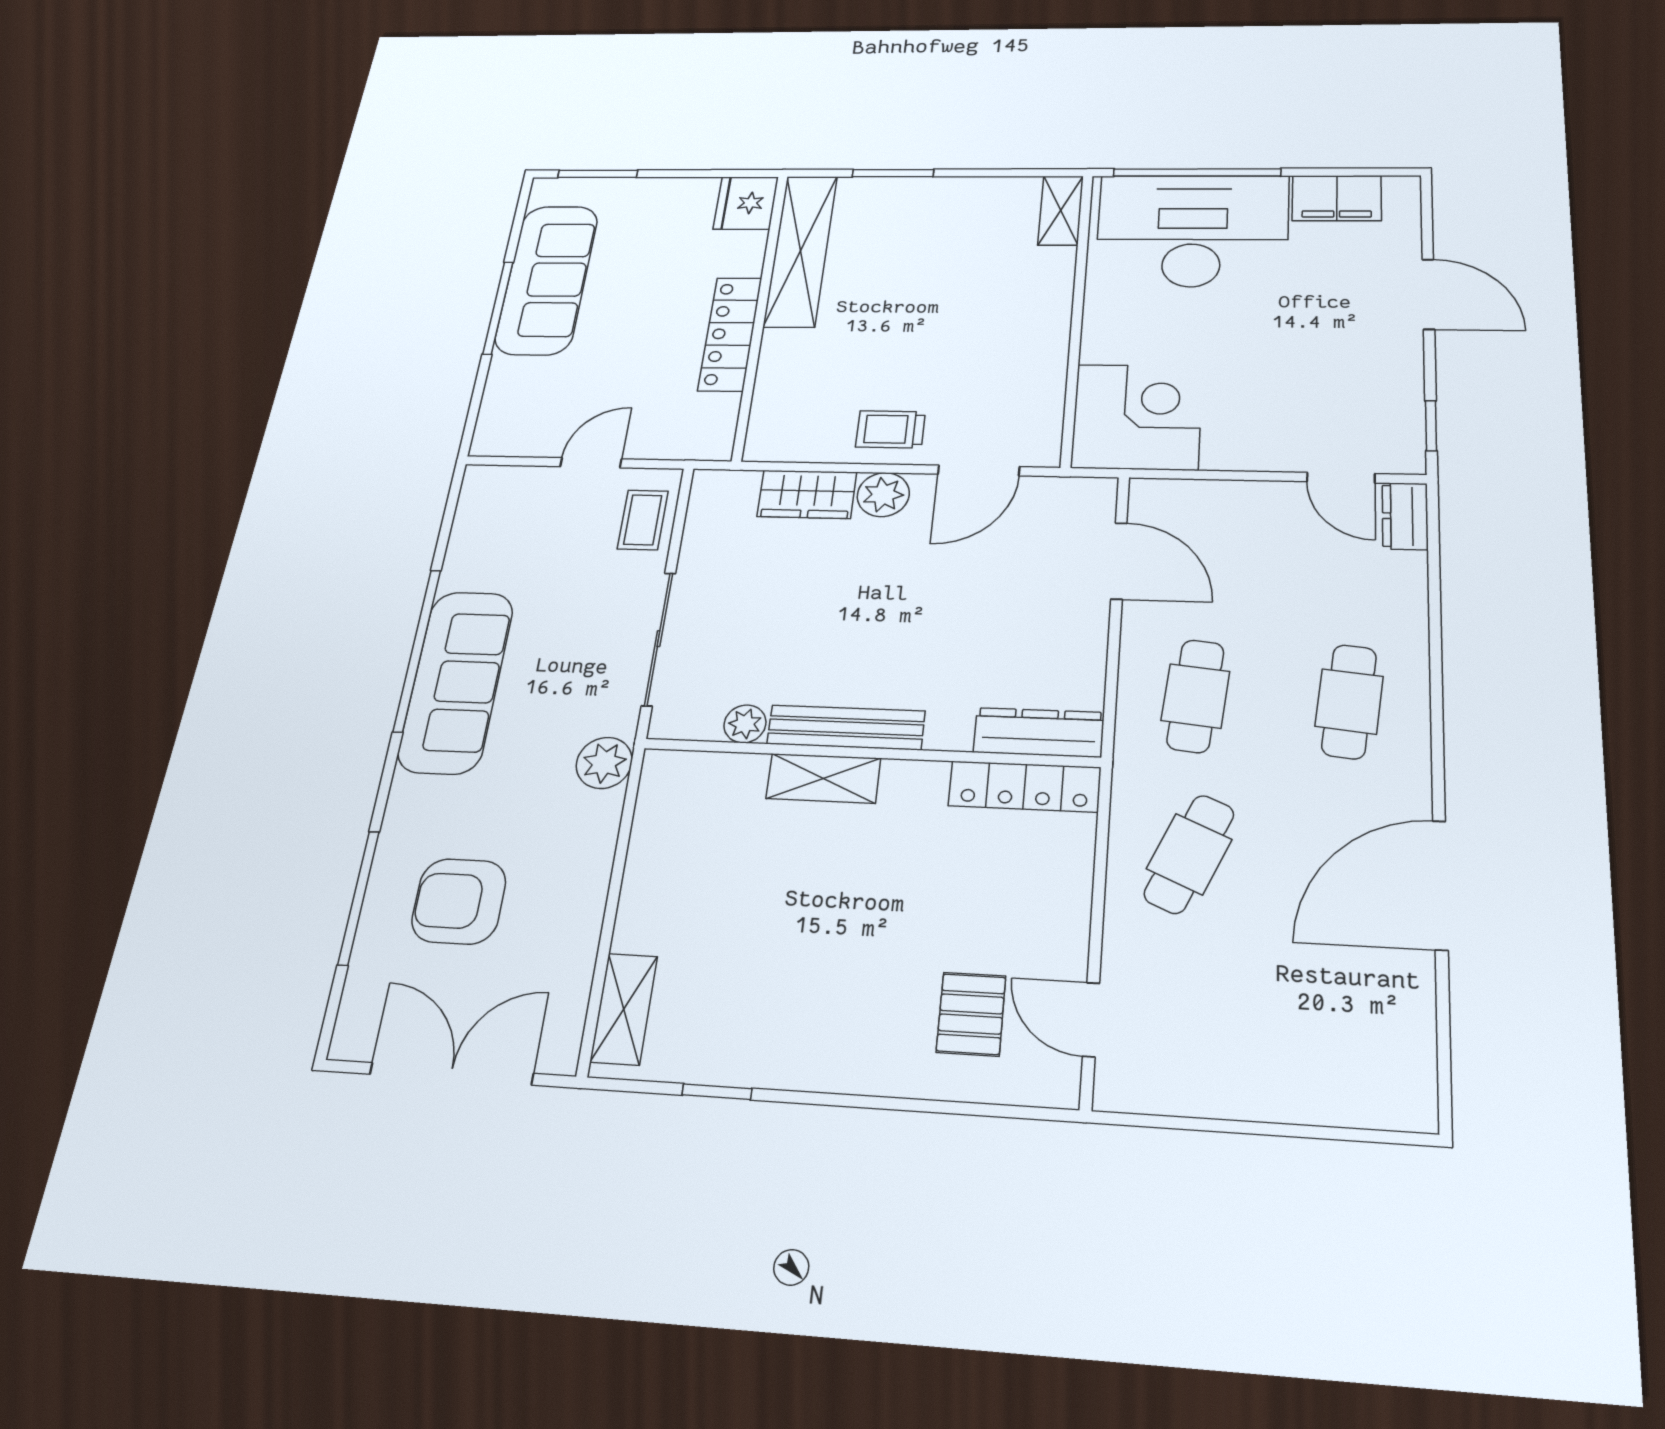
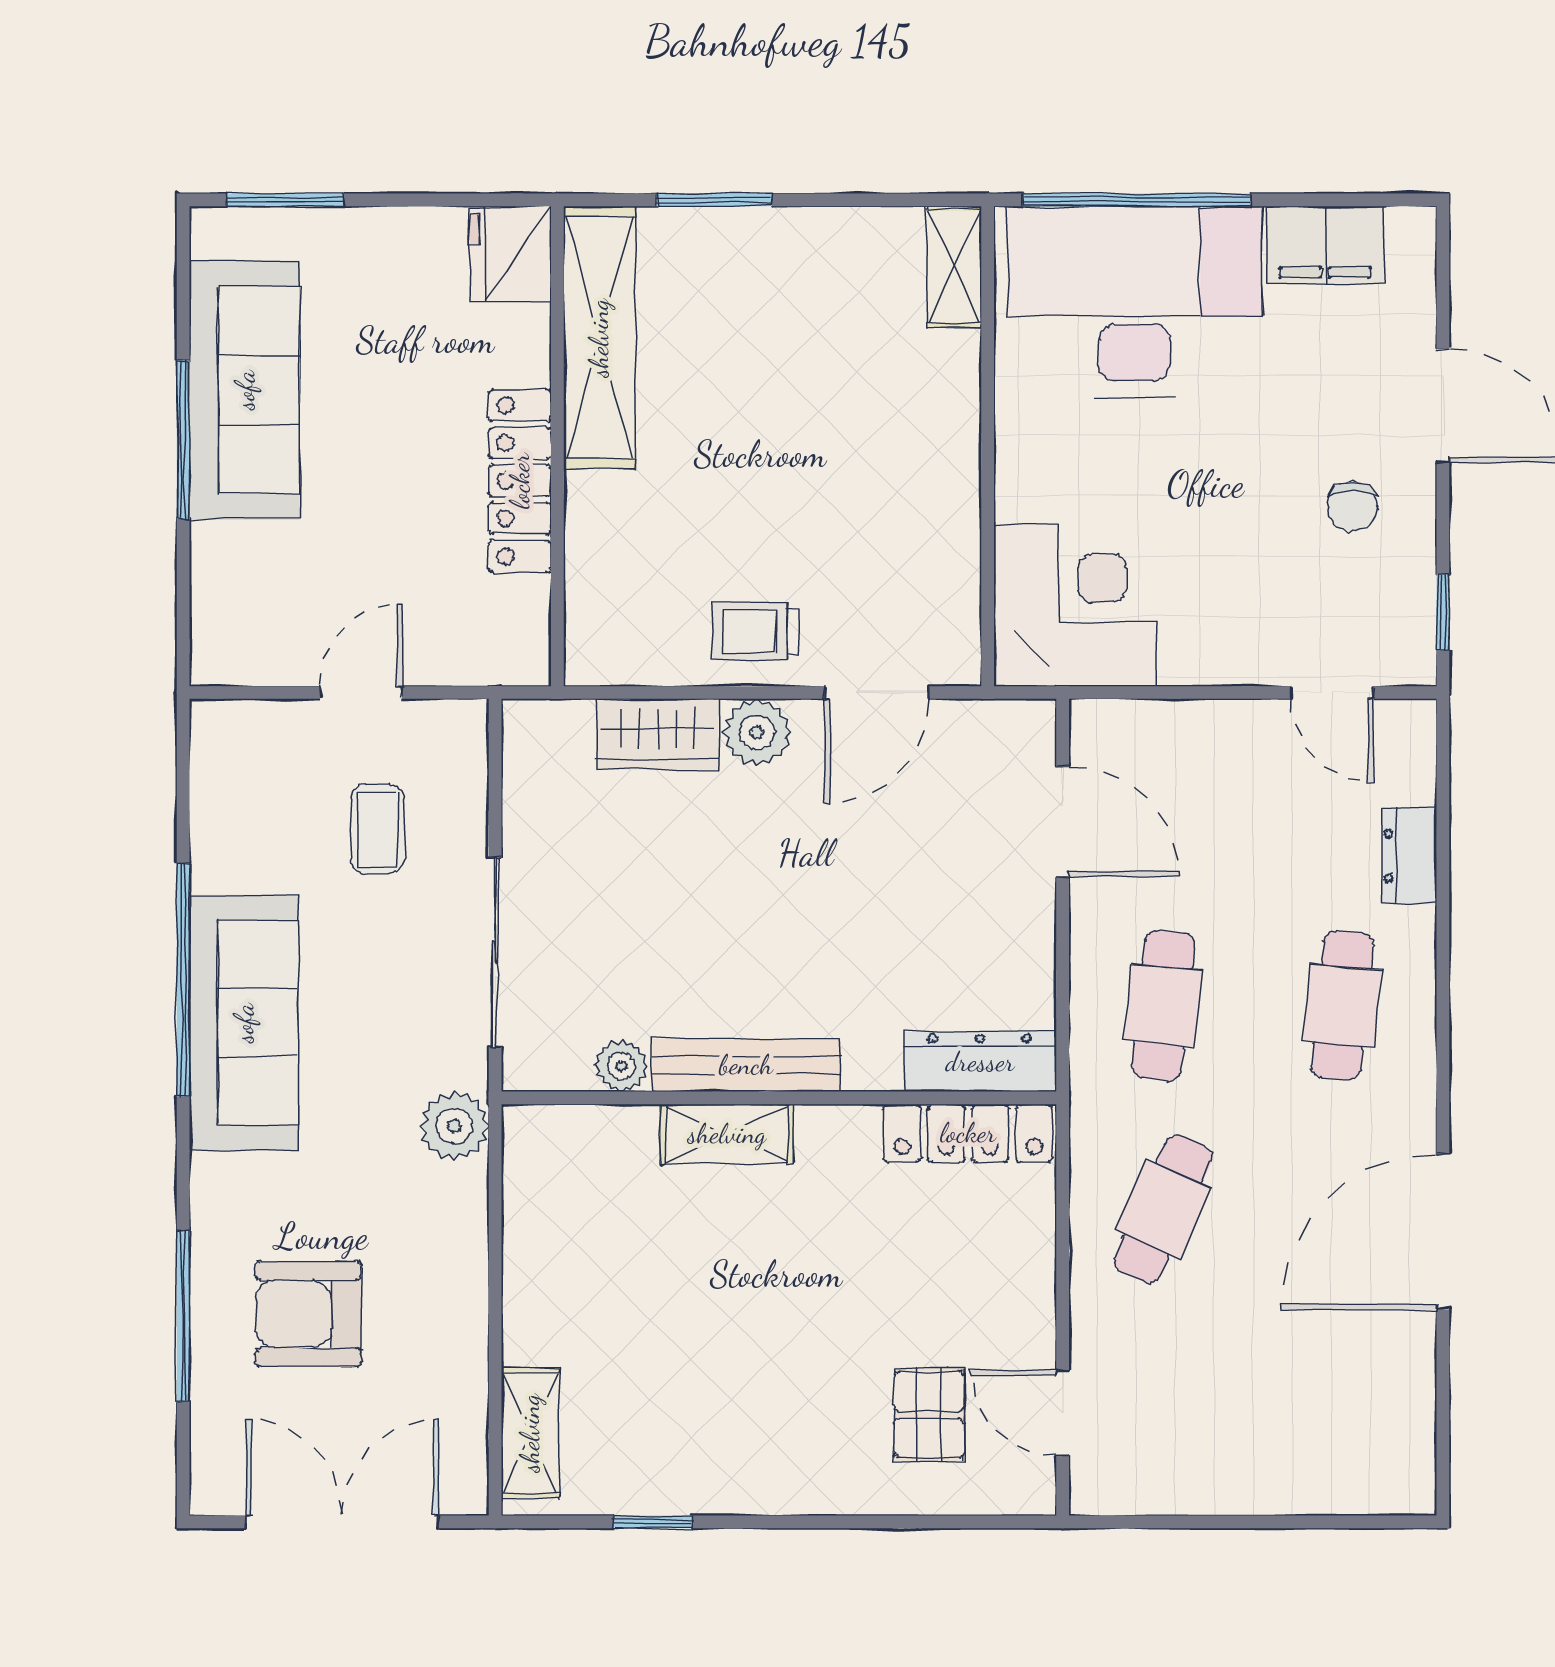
chair: (1357, 356) -> (1352, 507), added
dresser: (1405, 516) -> (1410, 856), moved
coffee table: (643, 520) -> (377, 829), moved

